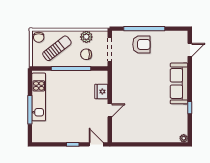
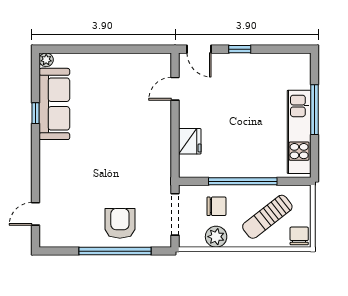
armchair: (141, 44) -> (120, 223), turned 90
sofa: (179, 83) -> (54, 104), moved
door: (110, 110) -> (175, 89), moved

